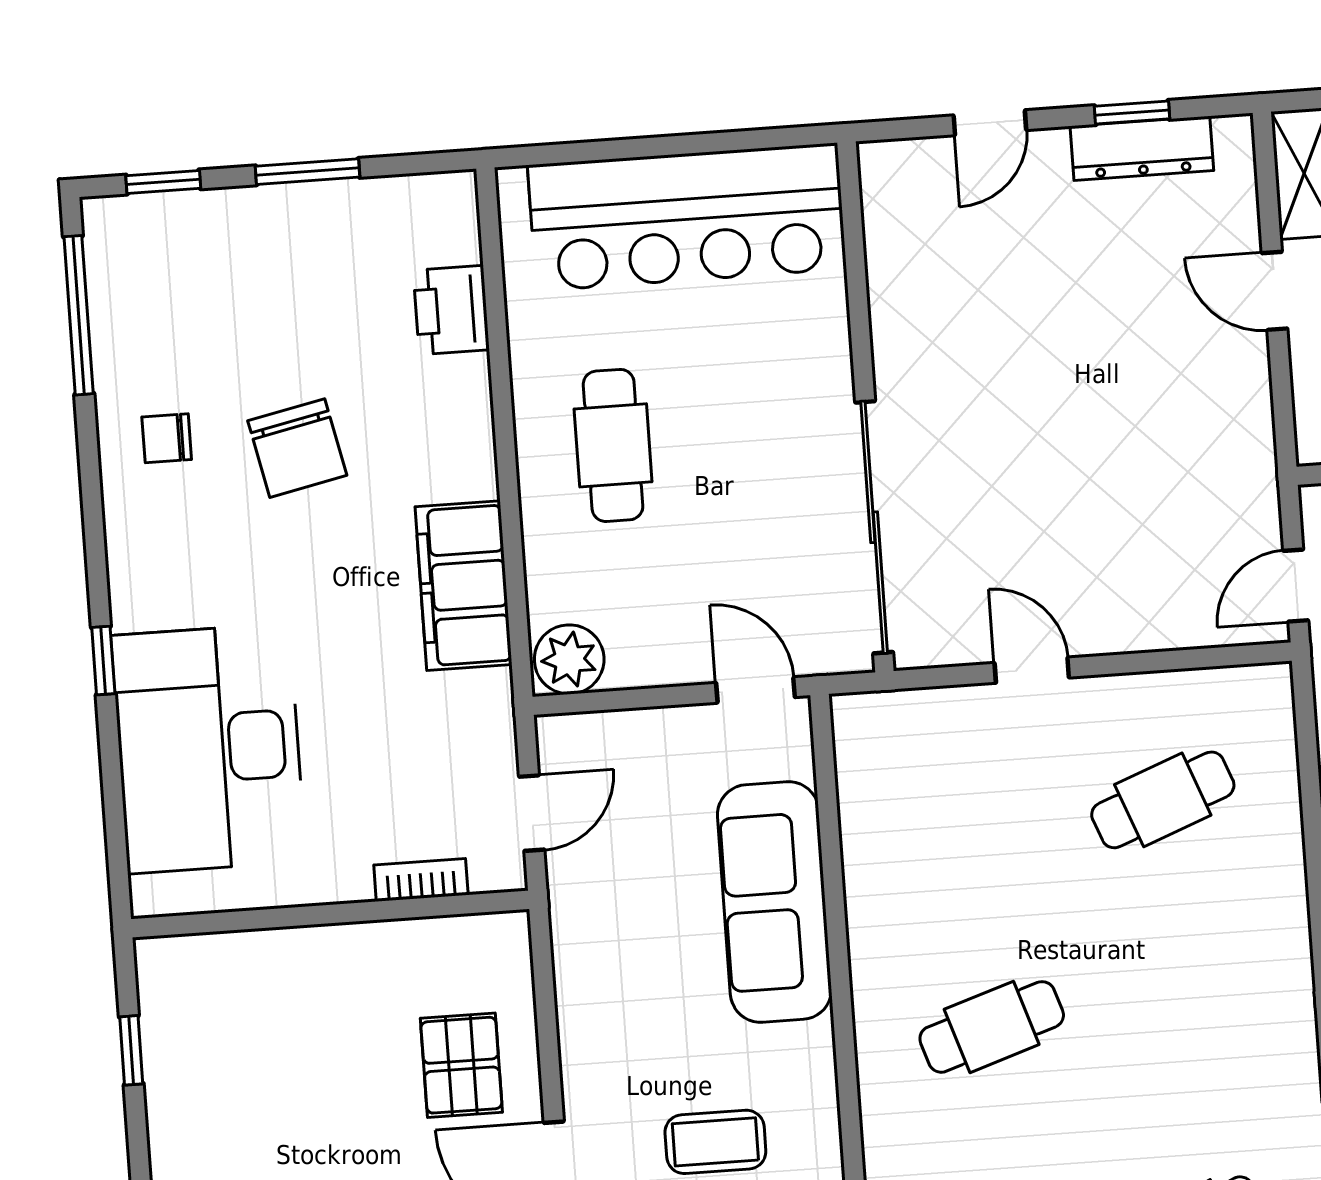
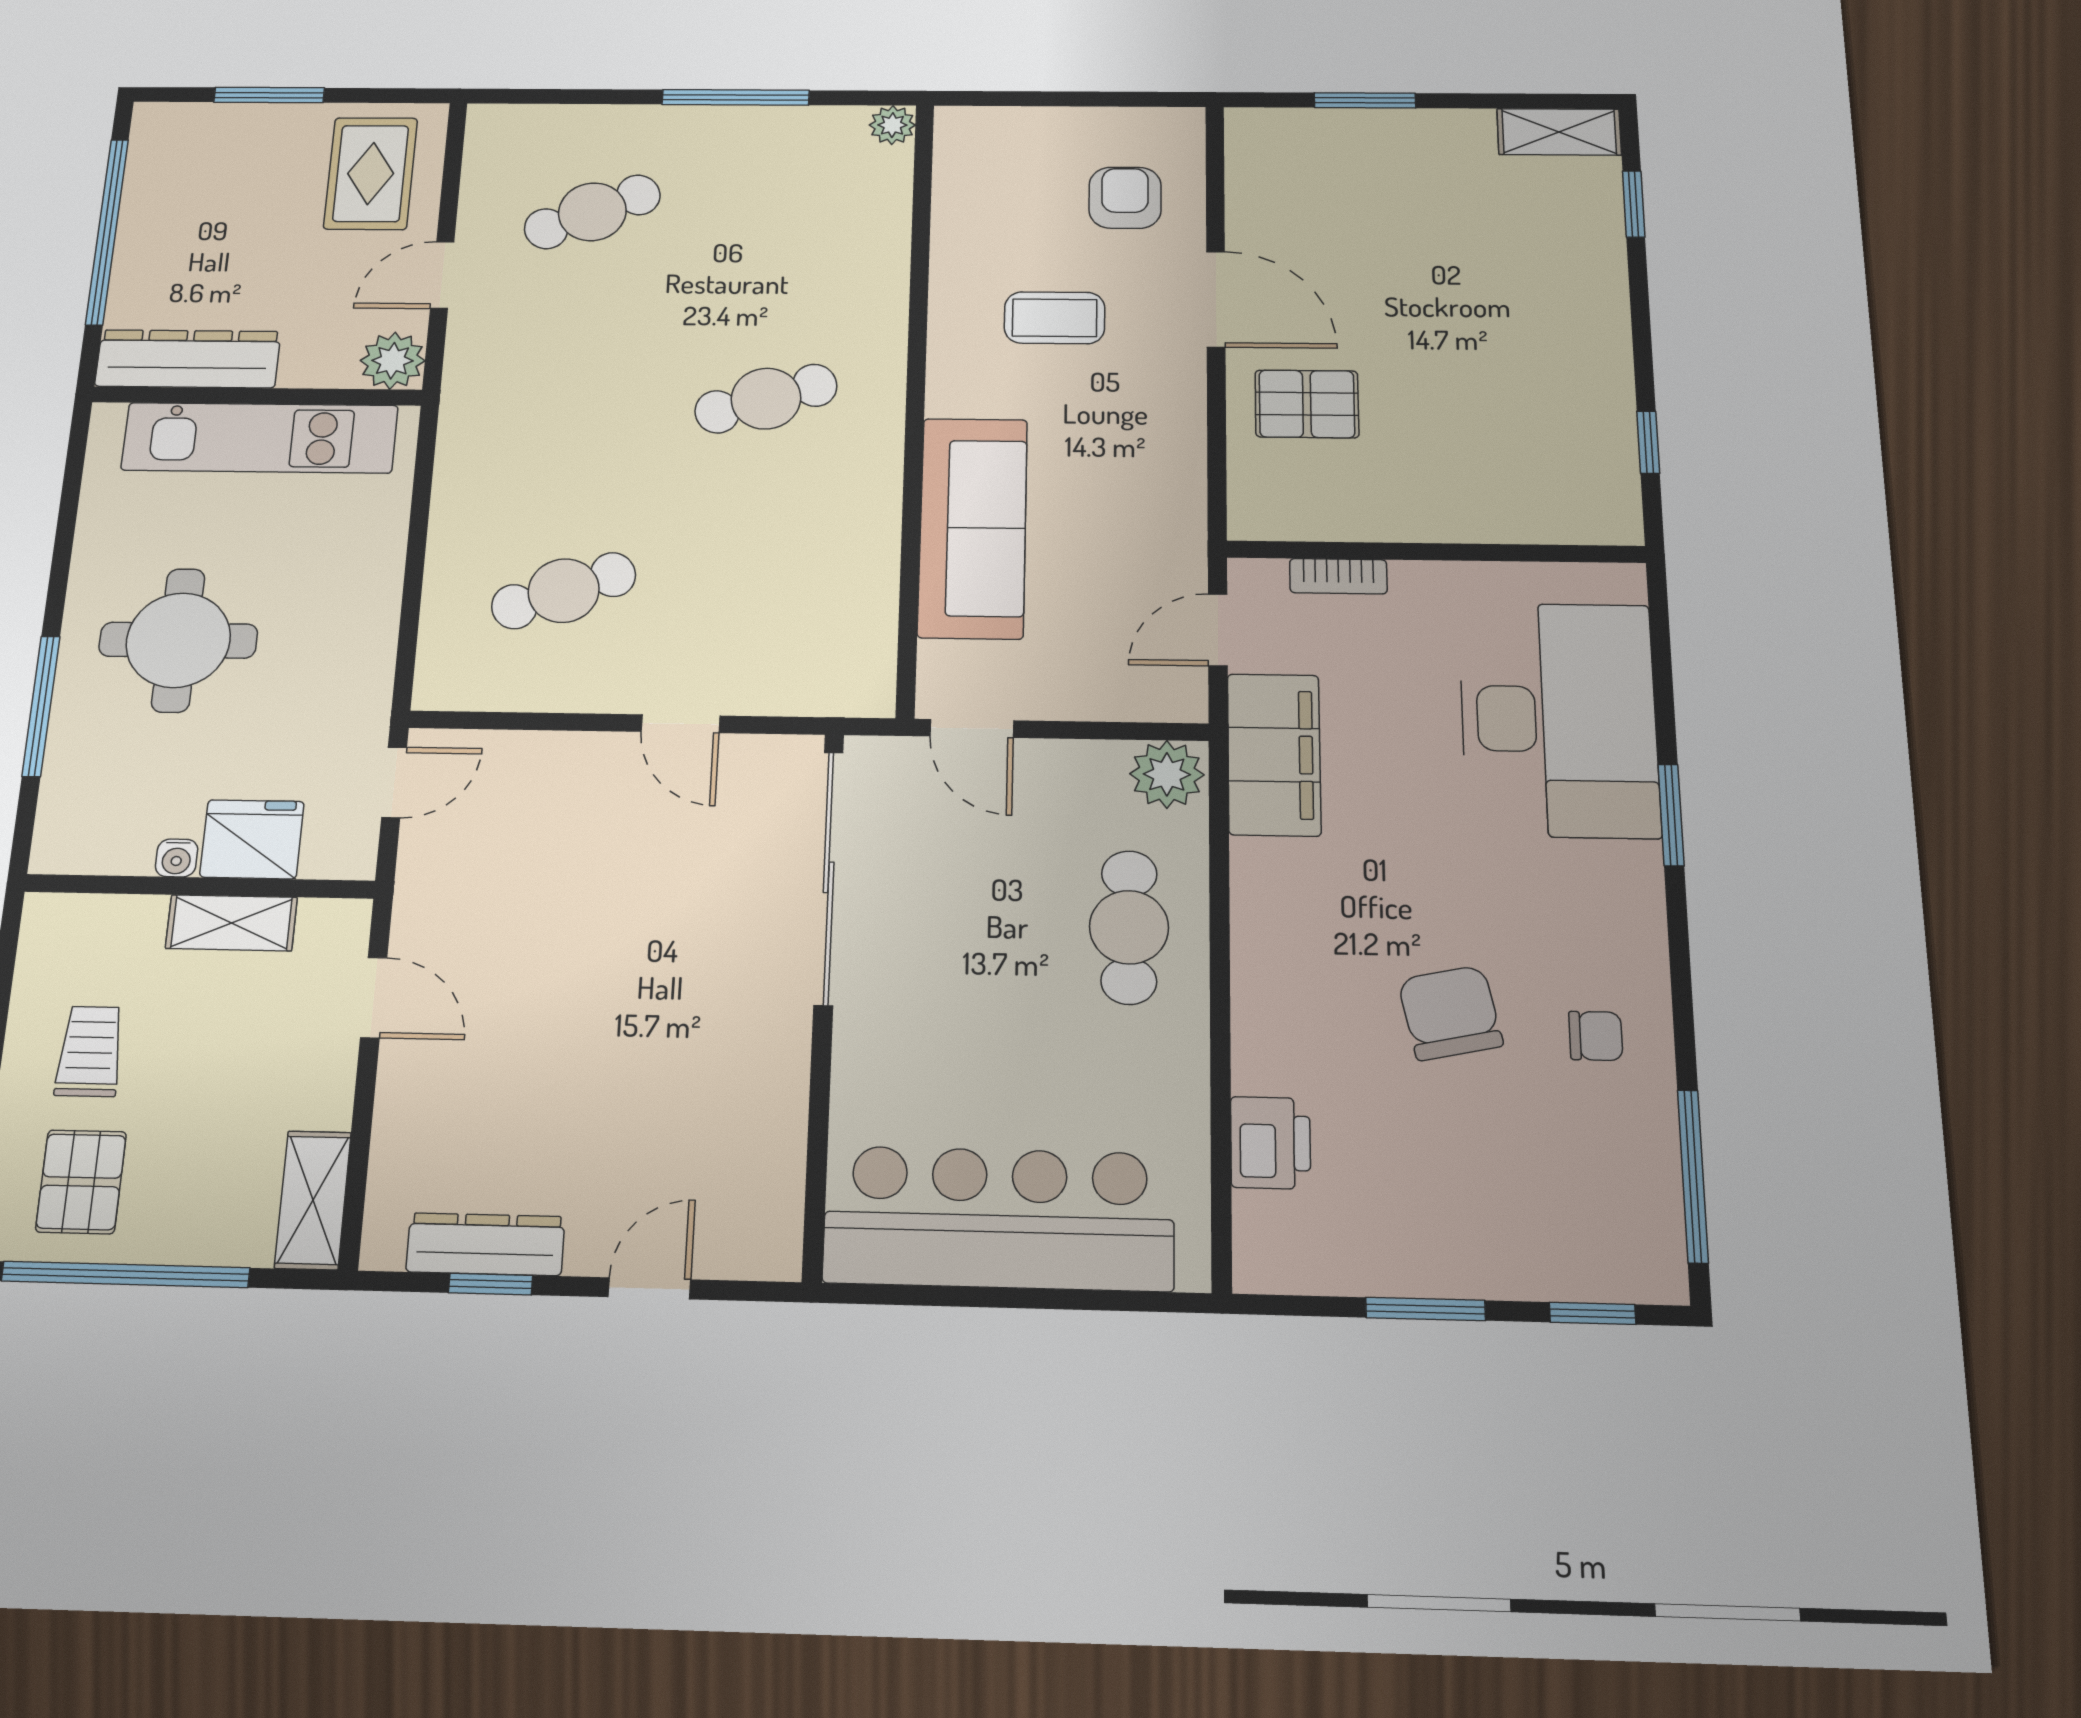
door: (1275, 291) -> (374, 998), moved
cafe table: (613, 445) -> (1129, 927), moved
filing cabinet: (464, 586) -> (1274, 755), moved
window: (103, 661) -> (1671, 815), width x1.50
pallet: (461, 1065) -> (1307, 404), turned 90

